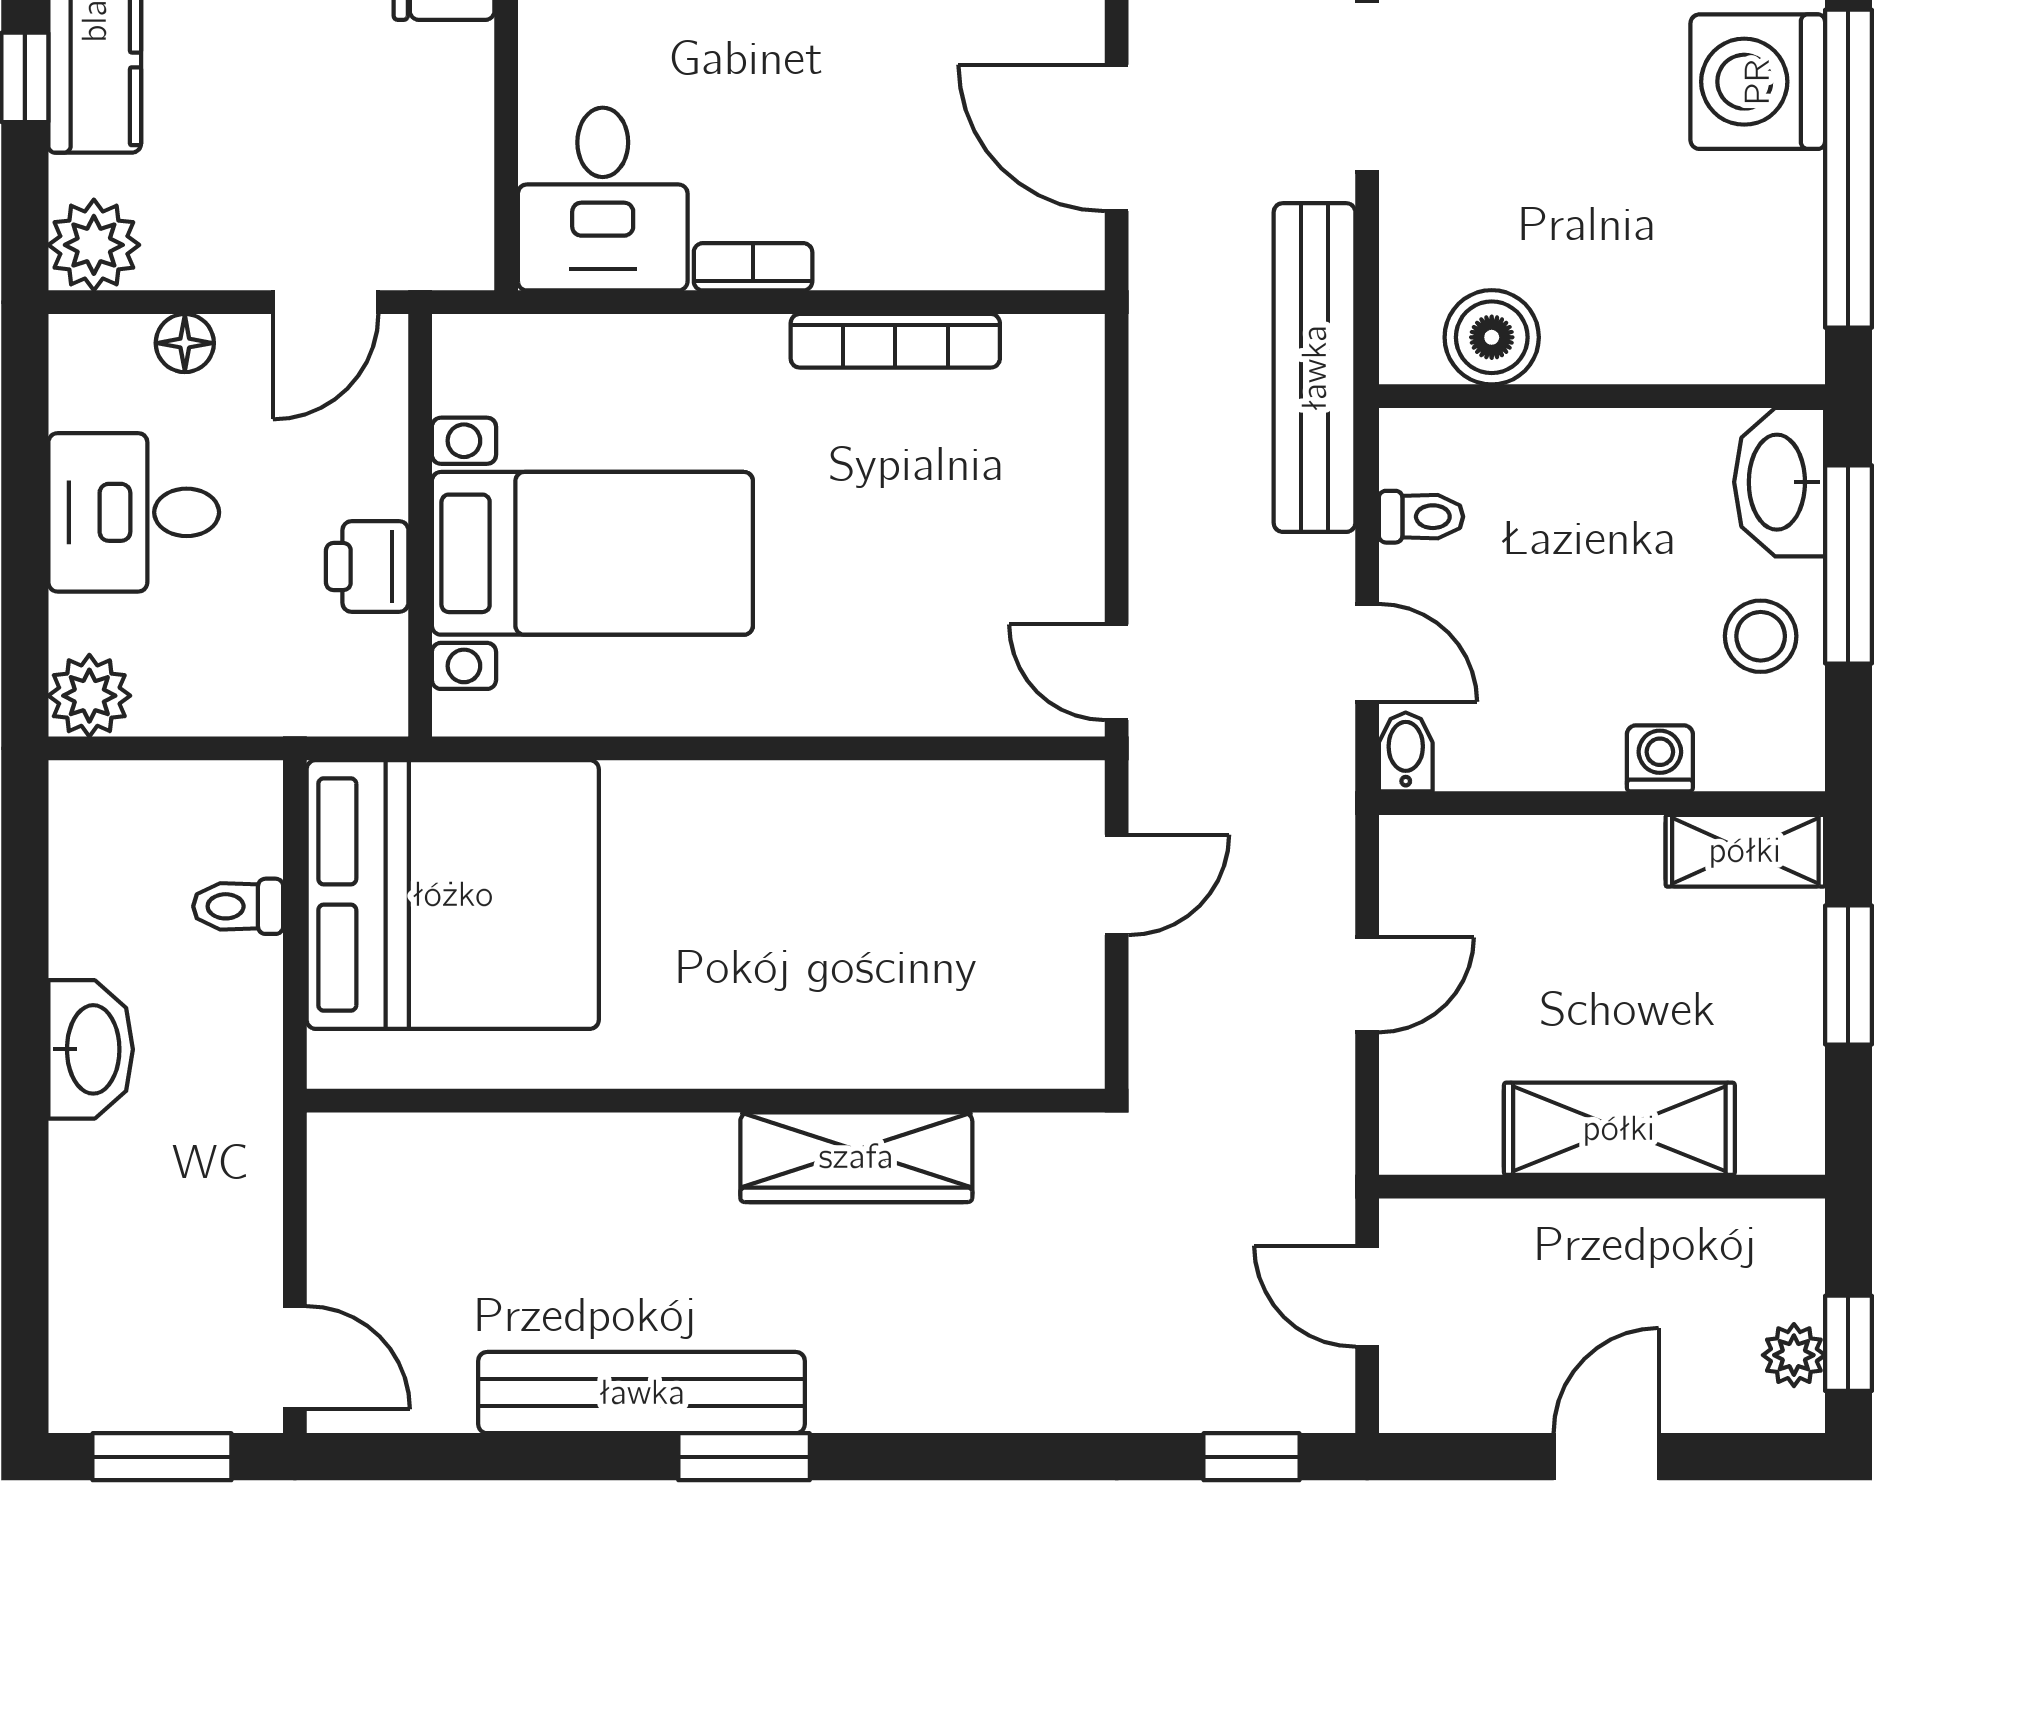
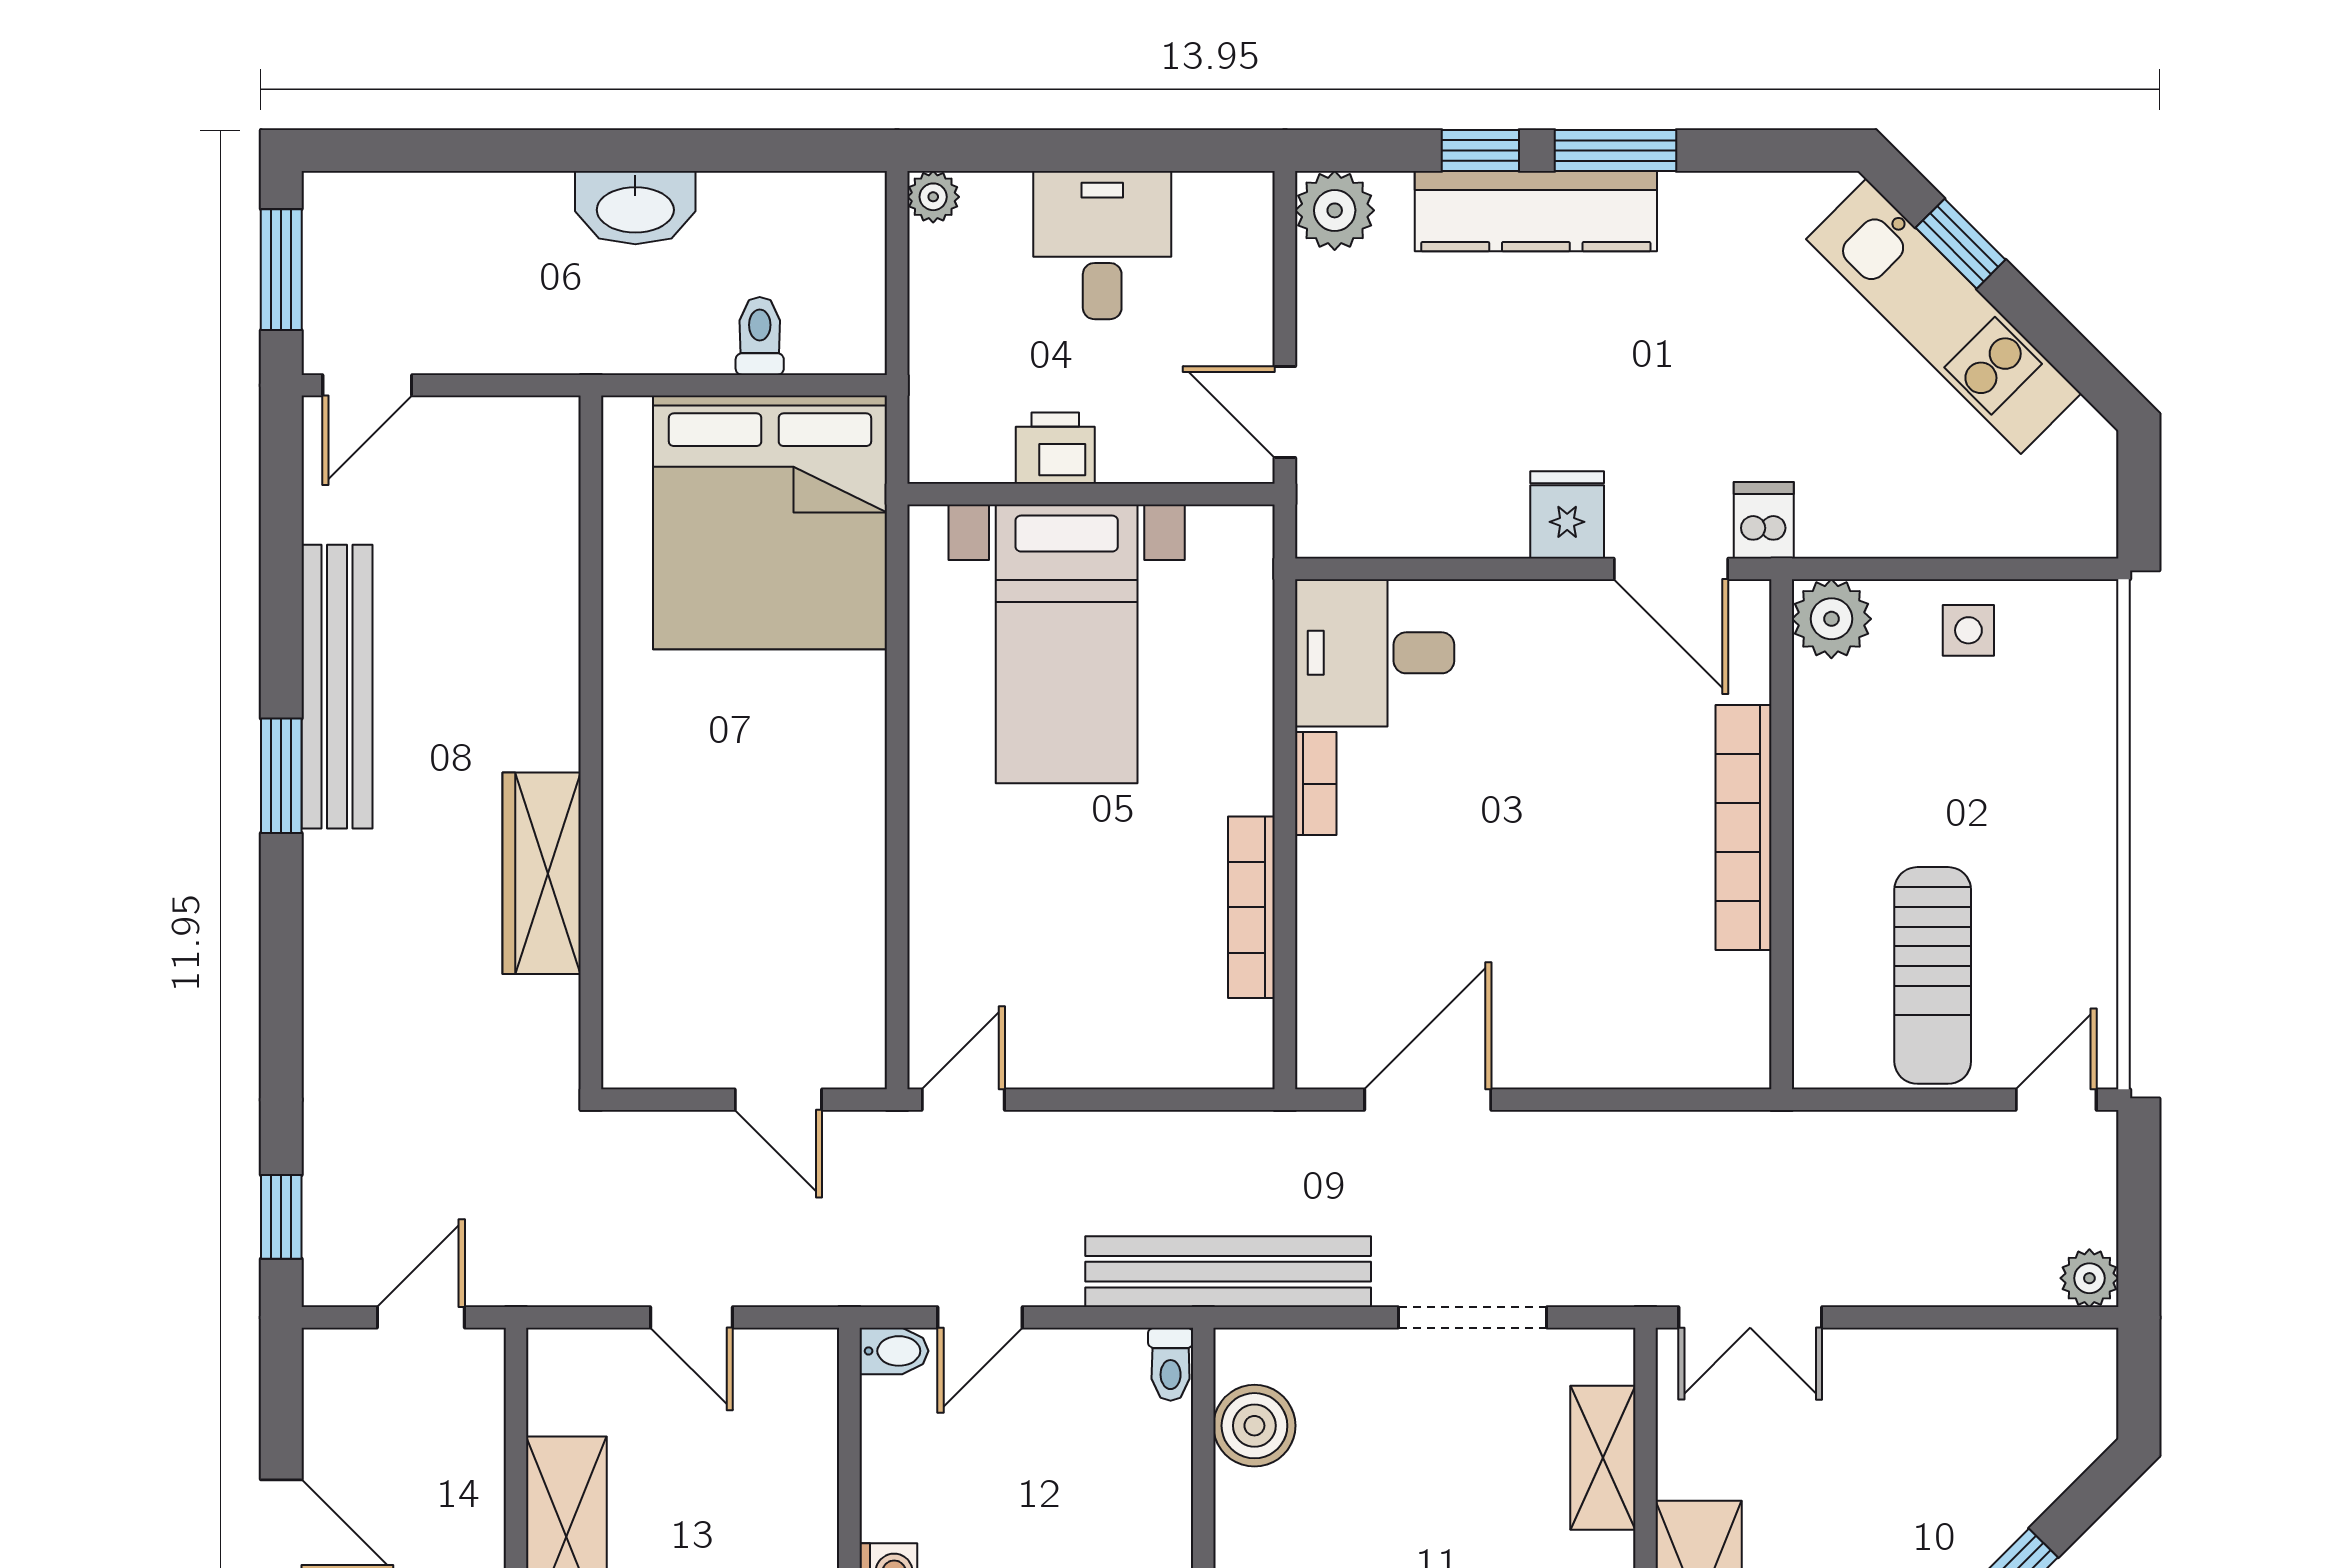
floor lamp: (185, 343) -> (1249, 290), removed
toilet: (1421, 517) -> (1171, 1364), moved
plant: (89, 696) -> (933, 197), width x0.73, depth x0.73

